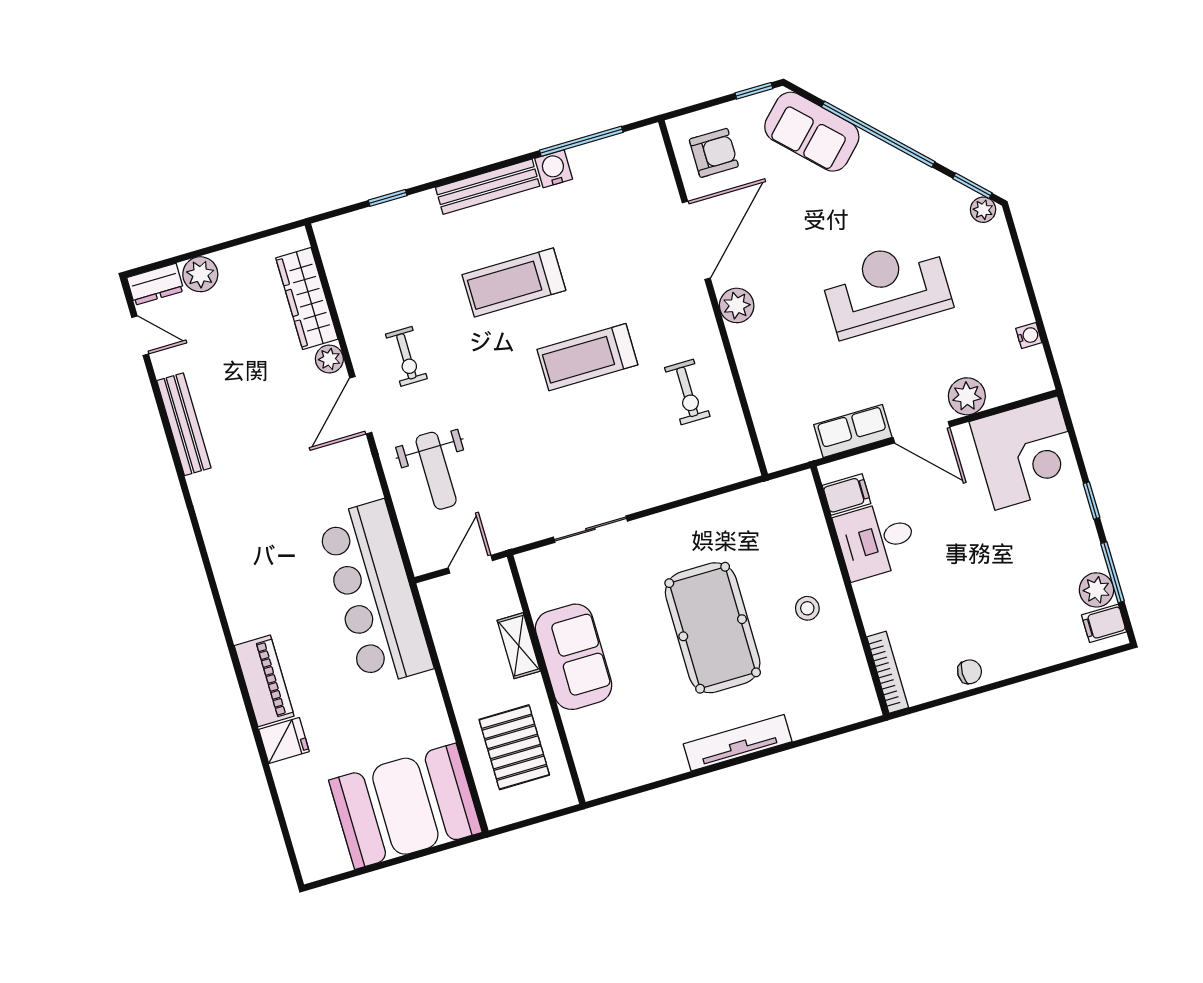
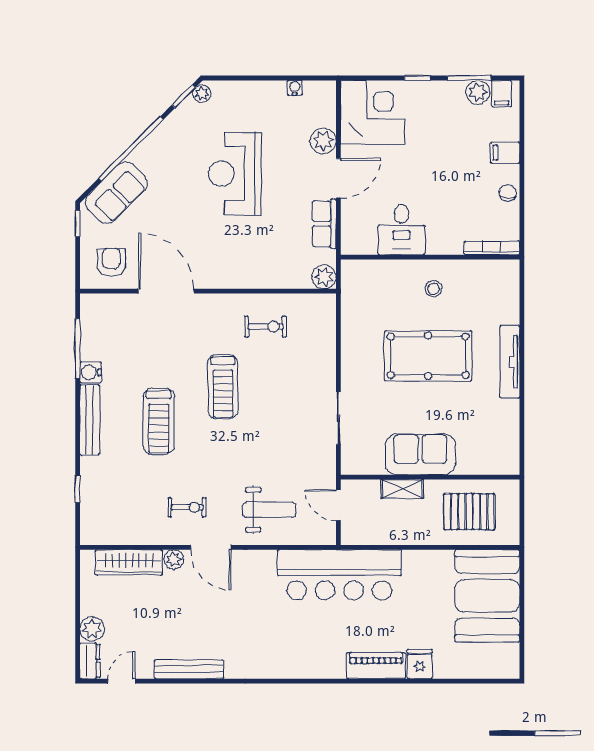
plant: (737, 305) -> (324, 277), moved
filing cabinet: (847, 494) -> (505, 153), moved, turned -90

